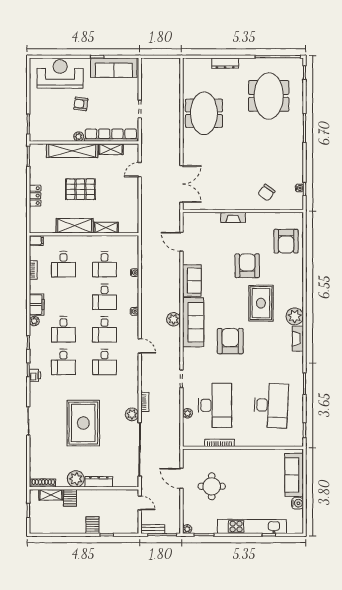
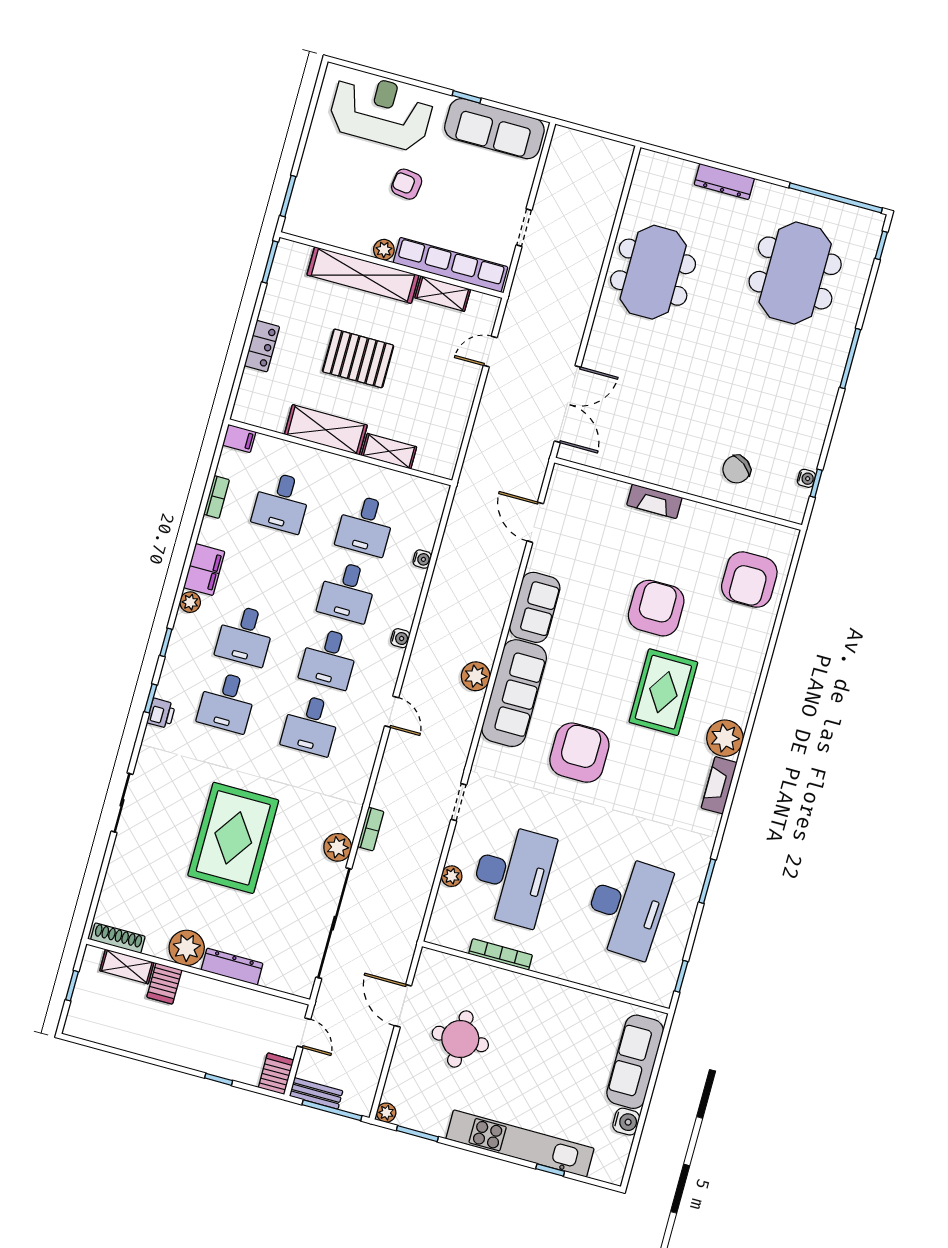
server rack: (92, 525) -> (276, 1074), moved

